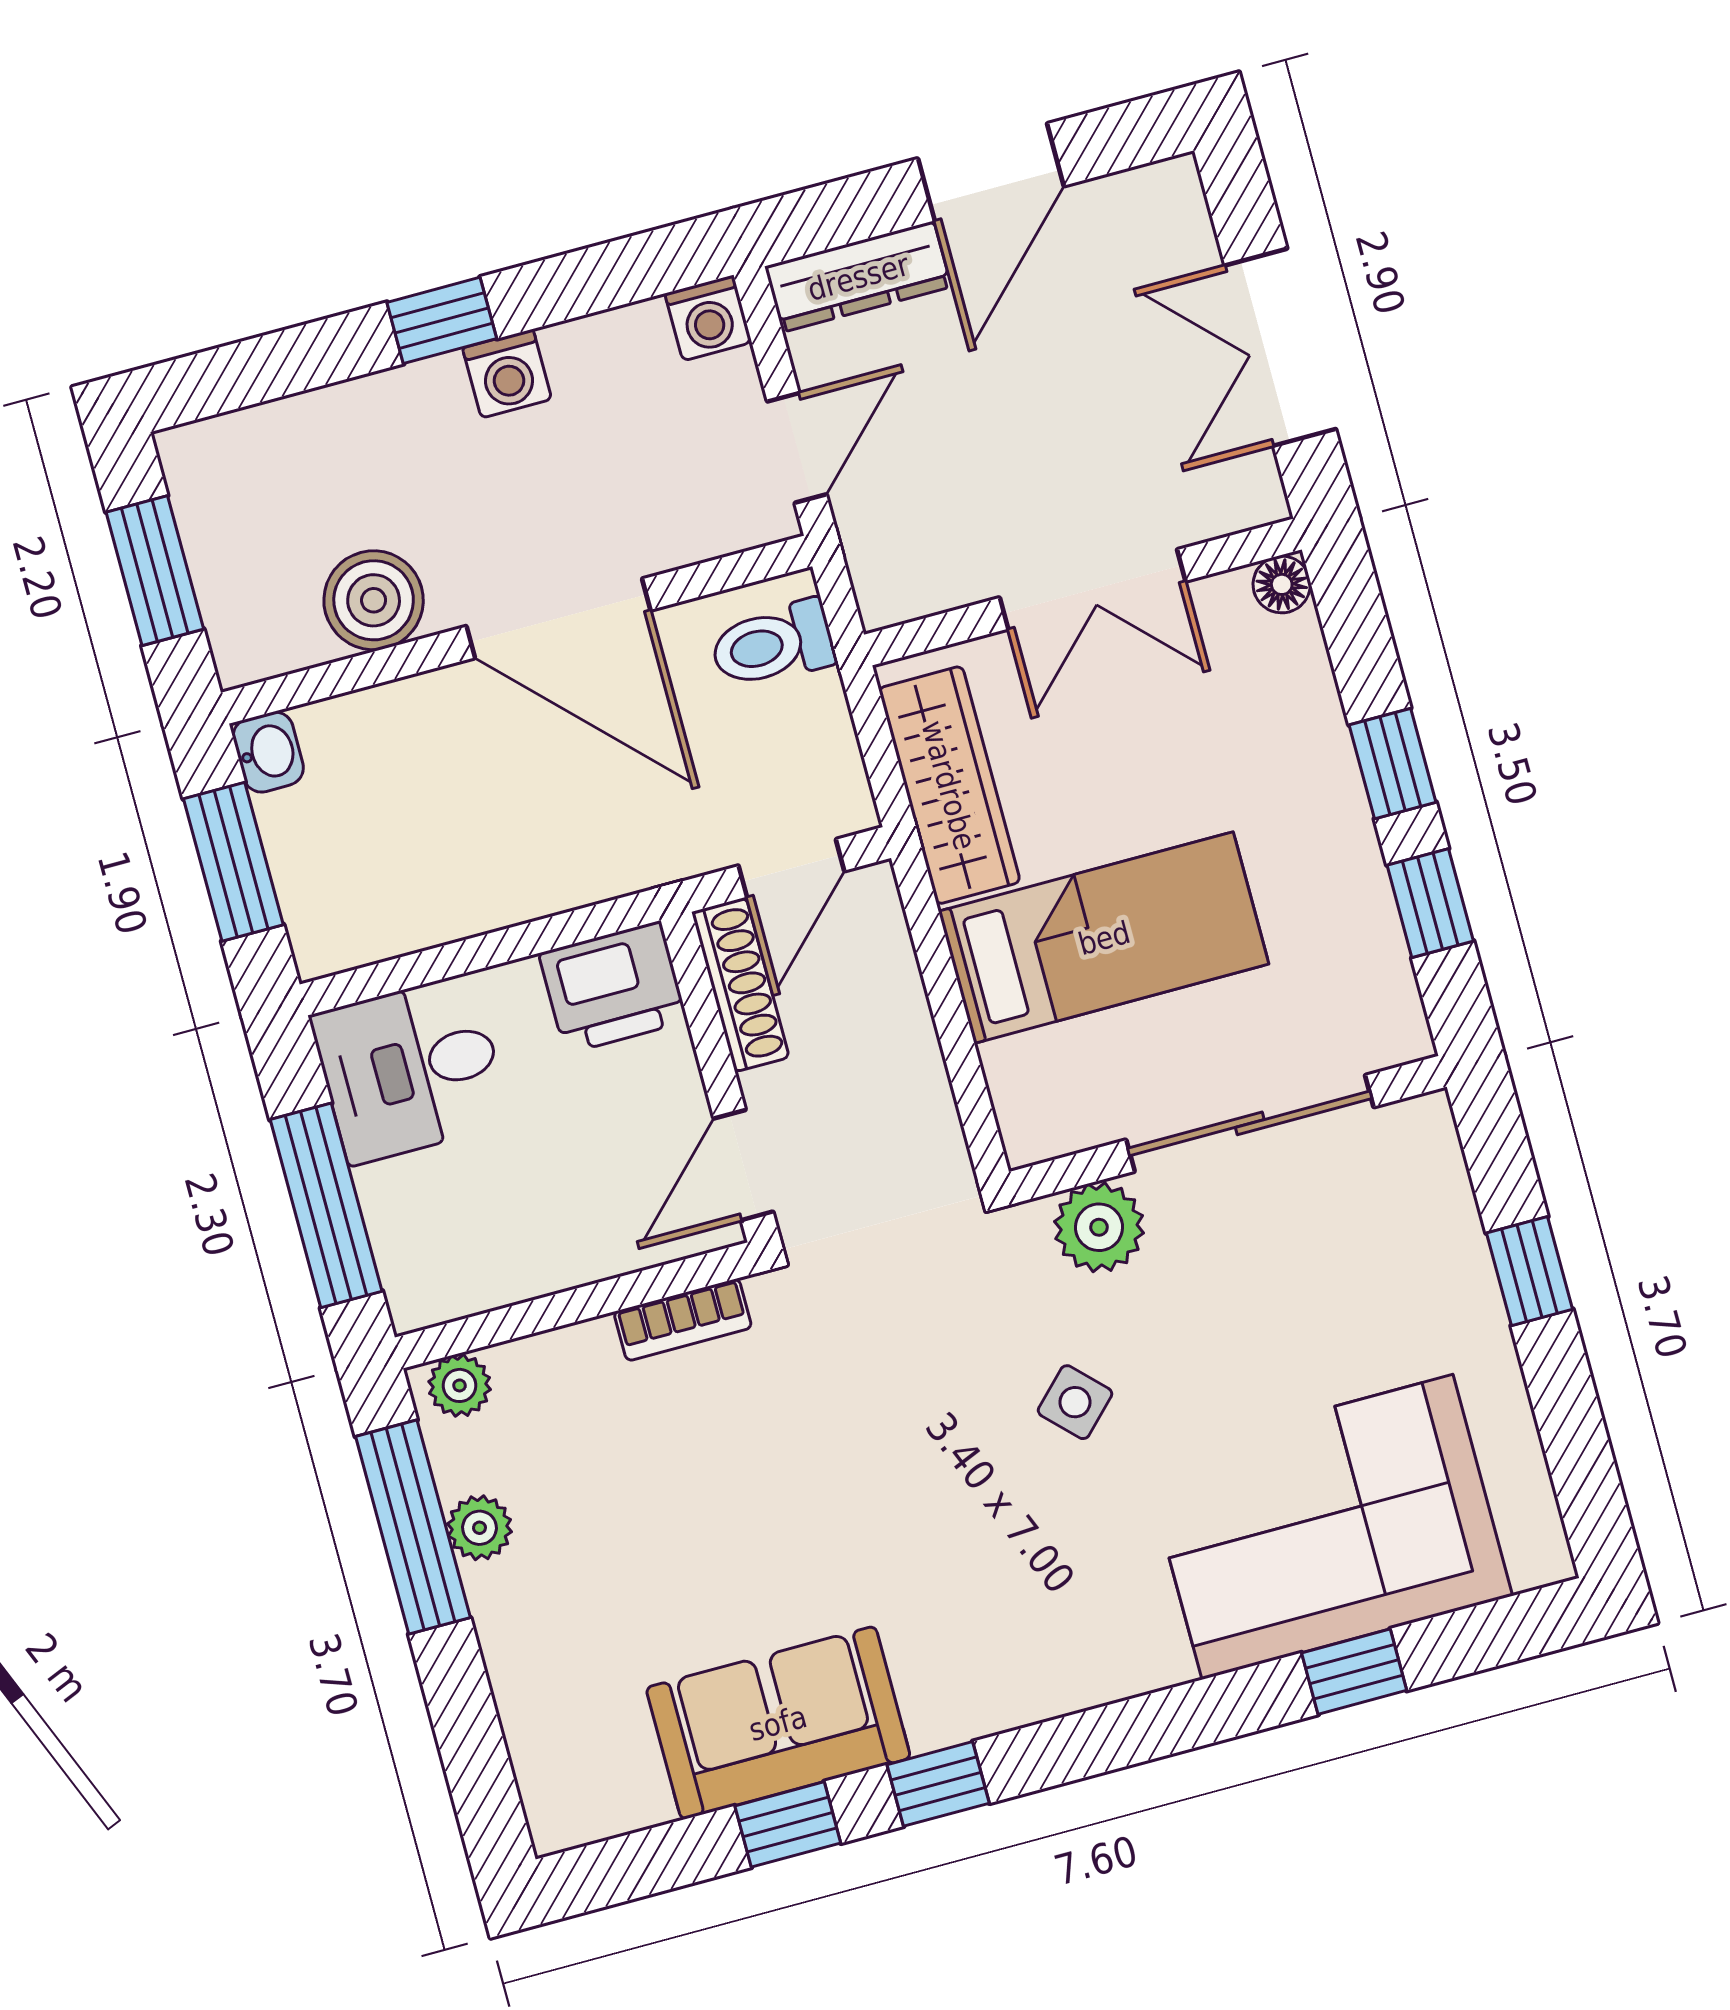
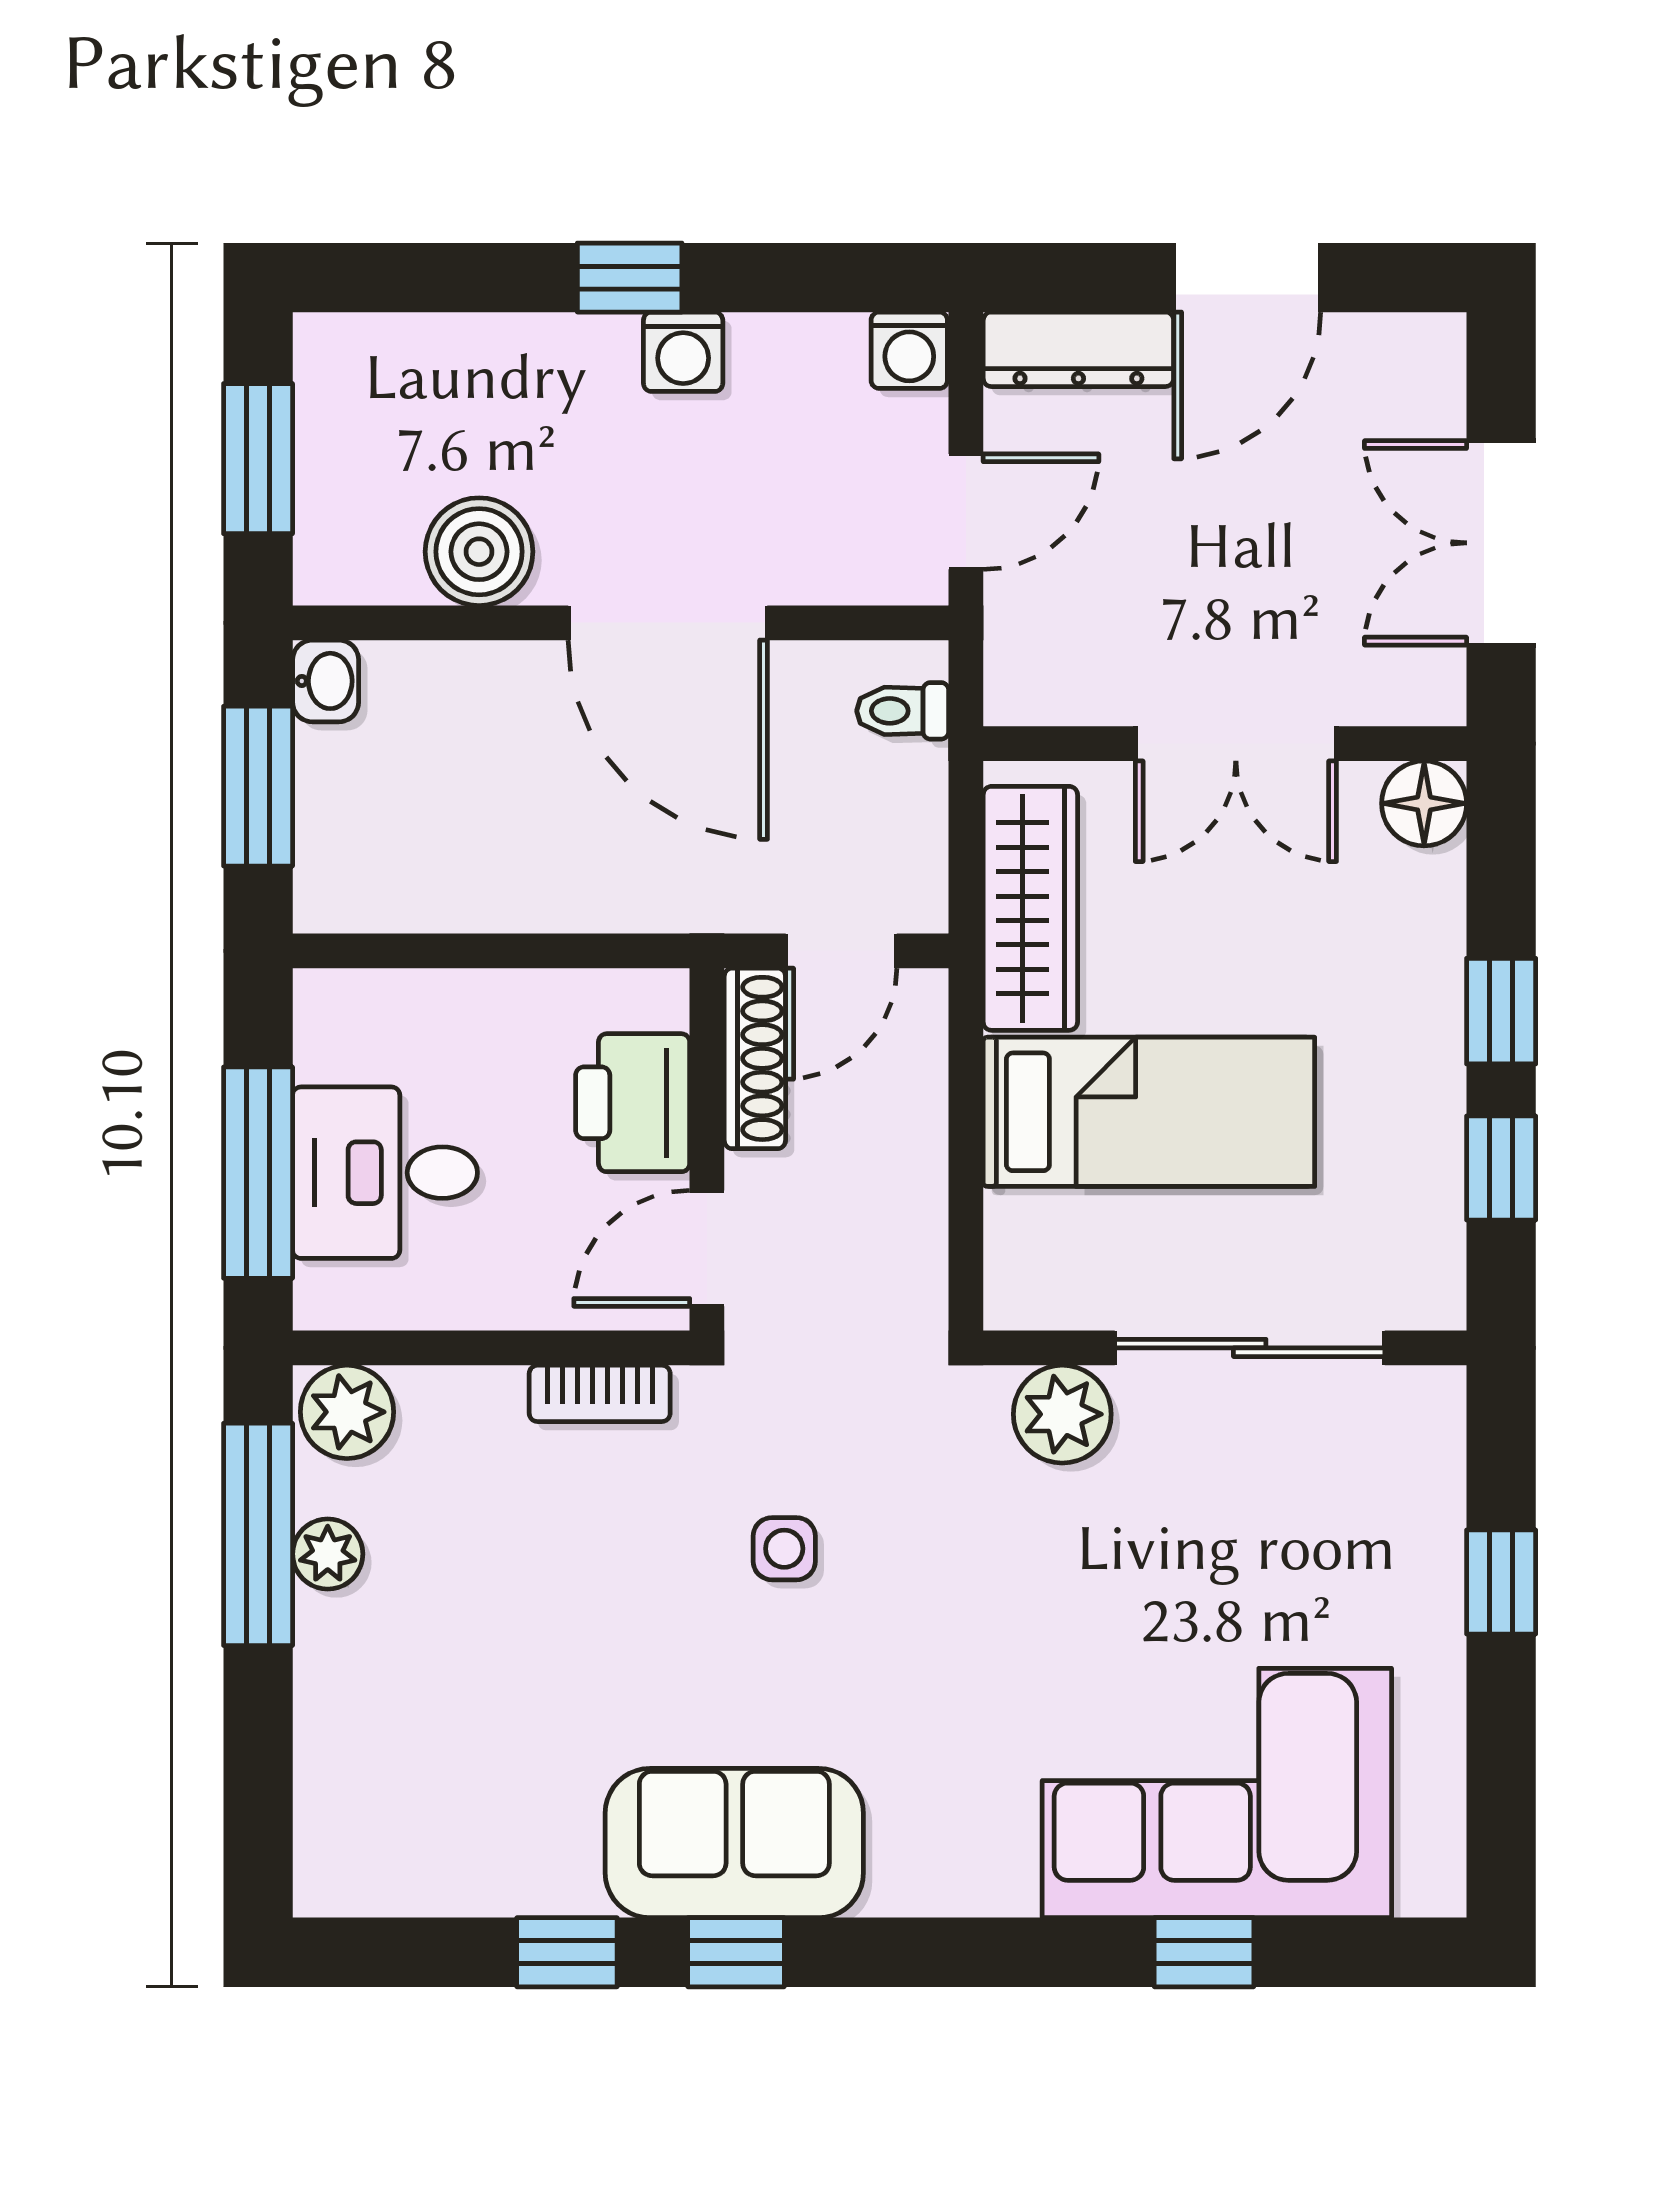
floor lamp: (1282, 584) -> (1424, 803), width x1.37, depth x1.37
toilet: (773, 644) -> (903, 711), width x0.73, depth x0.72
printer: (613, 987) -> (633, 1103), moved, turned 90
desk: (411, 1069) -> (385, 1173), moved
plant: (460, 1385) -> (347, 1412), width x1.38, depth x1.38
side table: (1075, 1402) -> (784, 1549), moved, turned 45
sofa: (778, 1723) -> (734, 1843), moved

